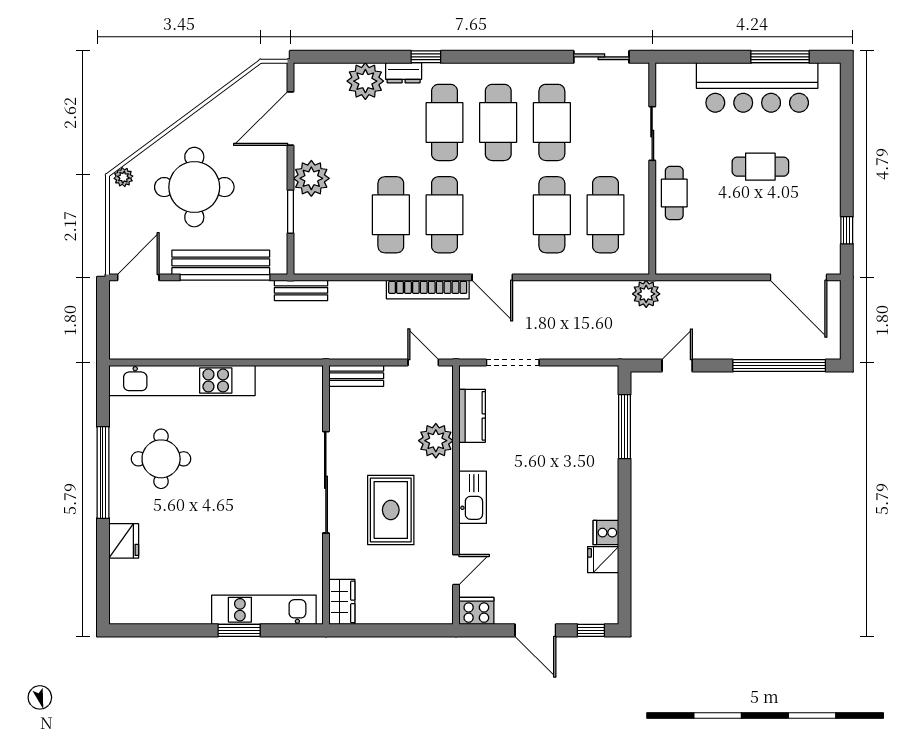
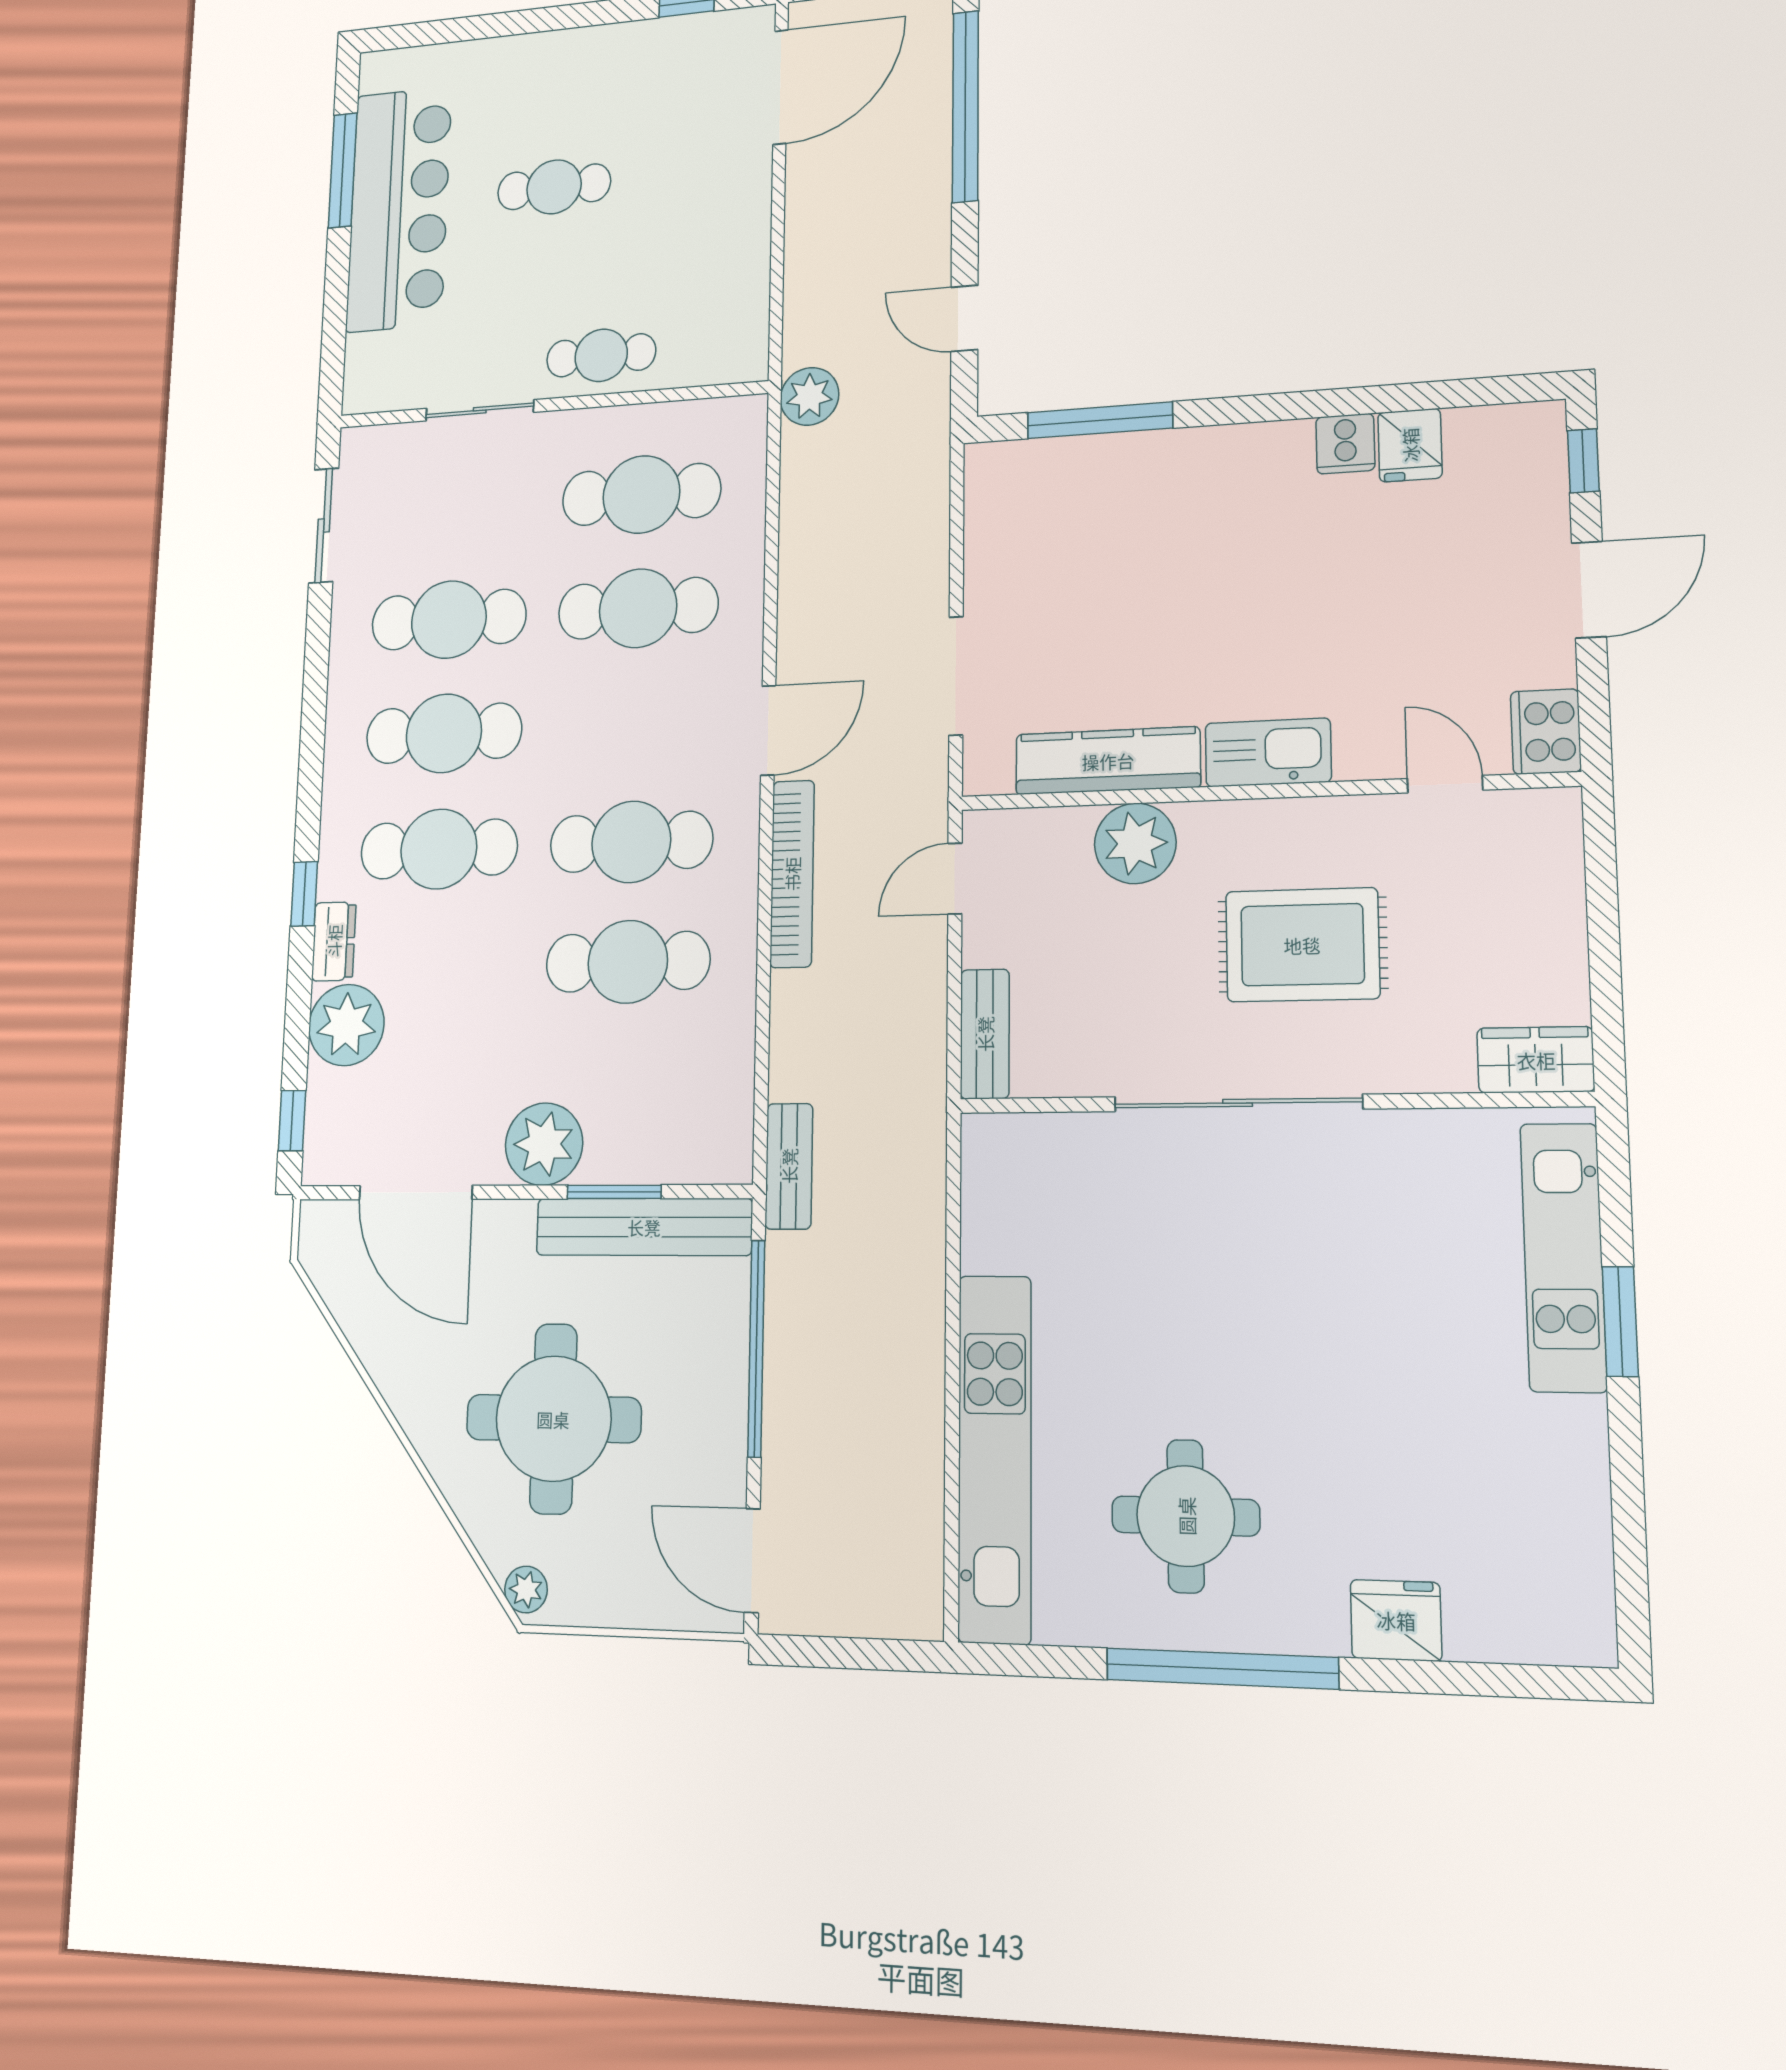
window: (323, 57) -> (292, 1121), added
cafe table: (760, 167) -> (554, 187), turned 90
bench: (221, 262) -> (644, 1227), moved, turned 90
kitchen counter: (472, 416) -> (1108, 761), width x1.50

